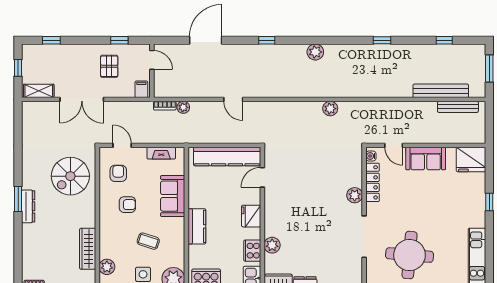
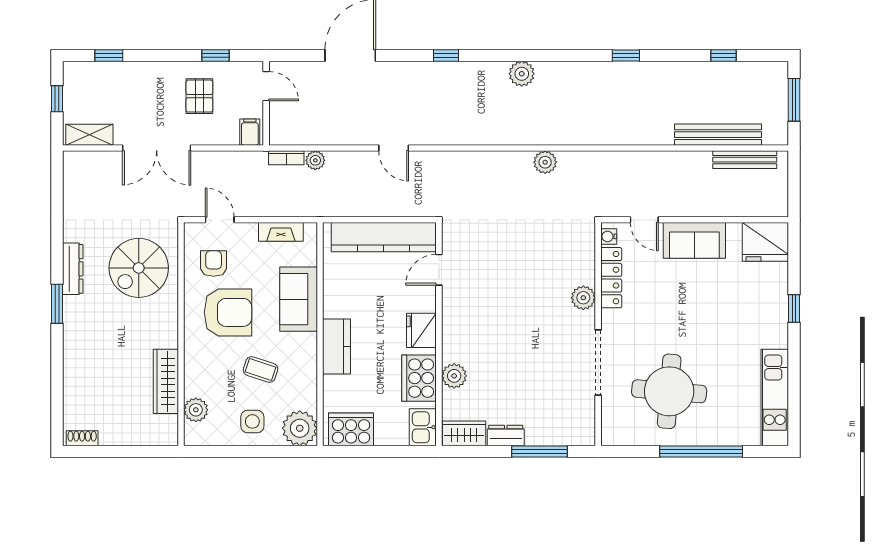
armchair: (127, 205) -> (228, 312), width x1.88, depth x1.88
dresser: (28, 206) -> (73, 269), moved
cooker: (252, 251) -> (419, 378), width x1.37, depth x1.31

